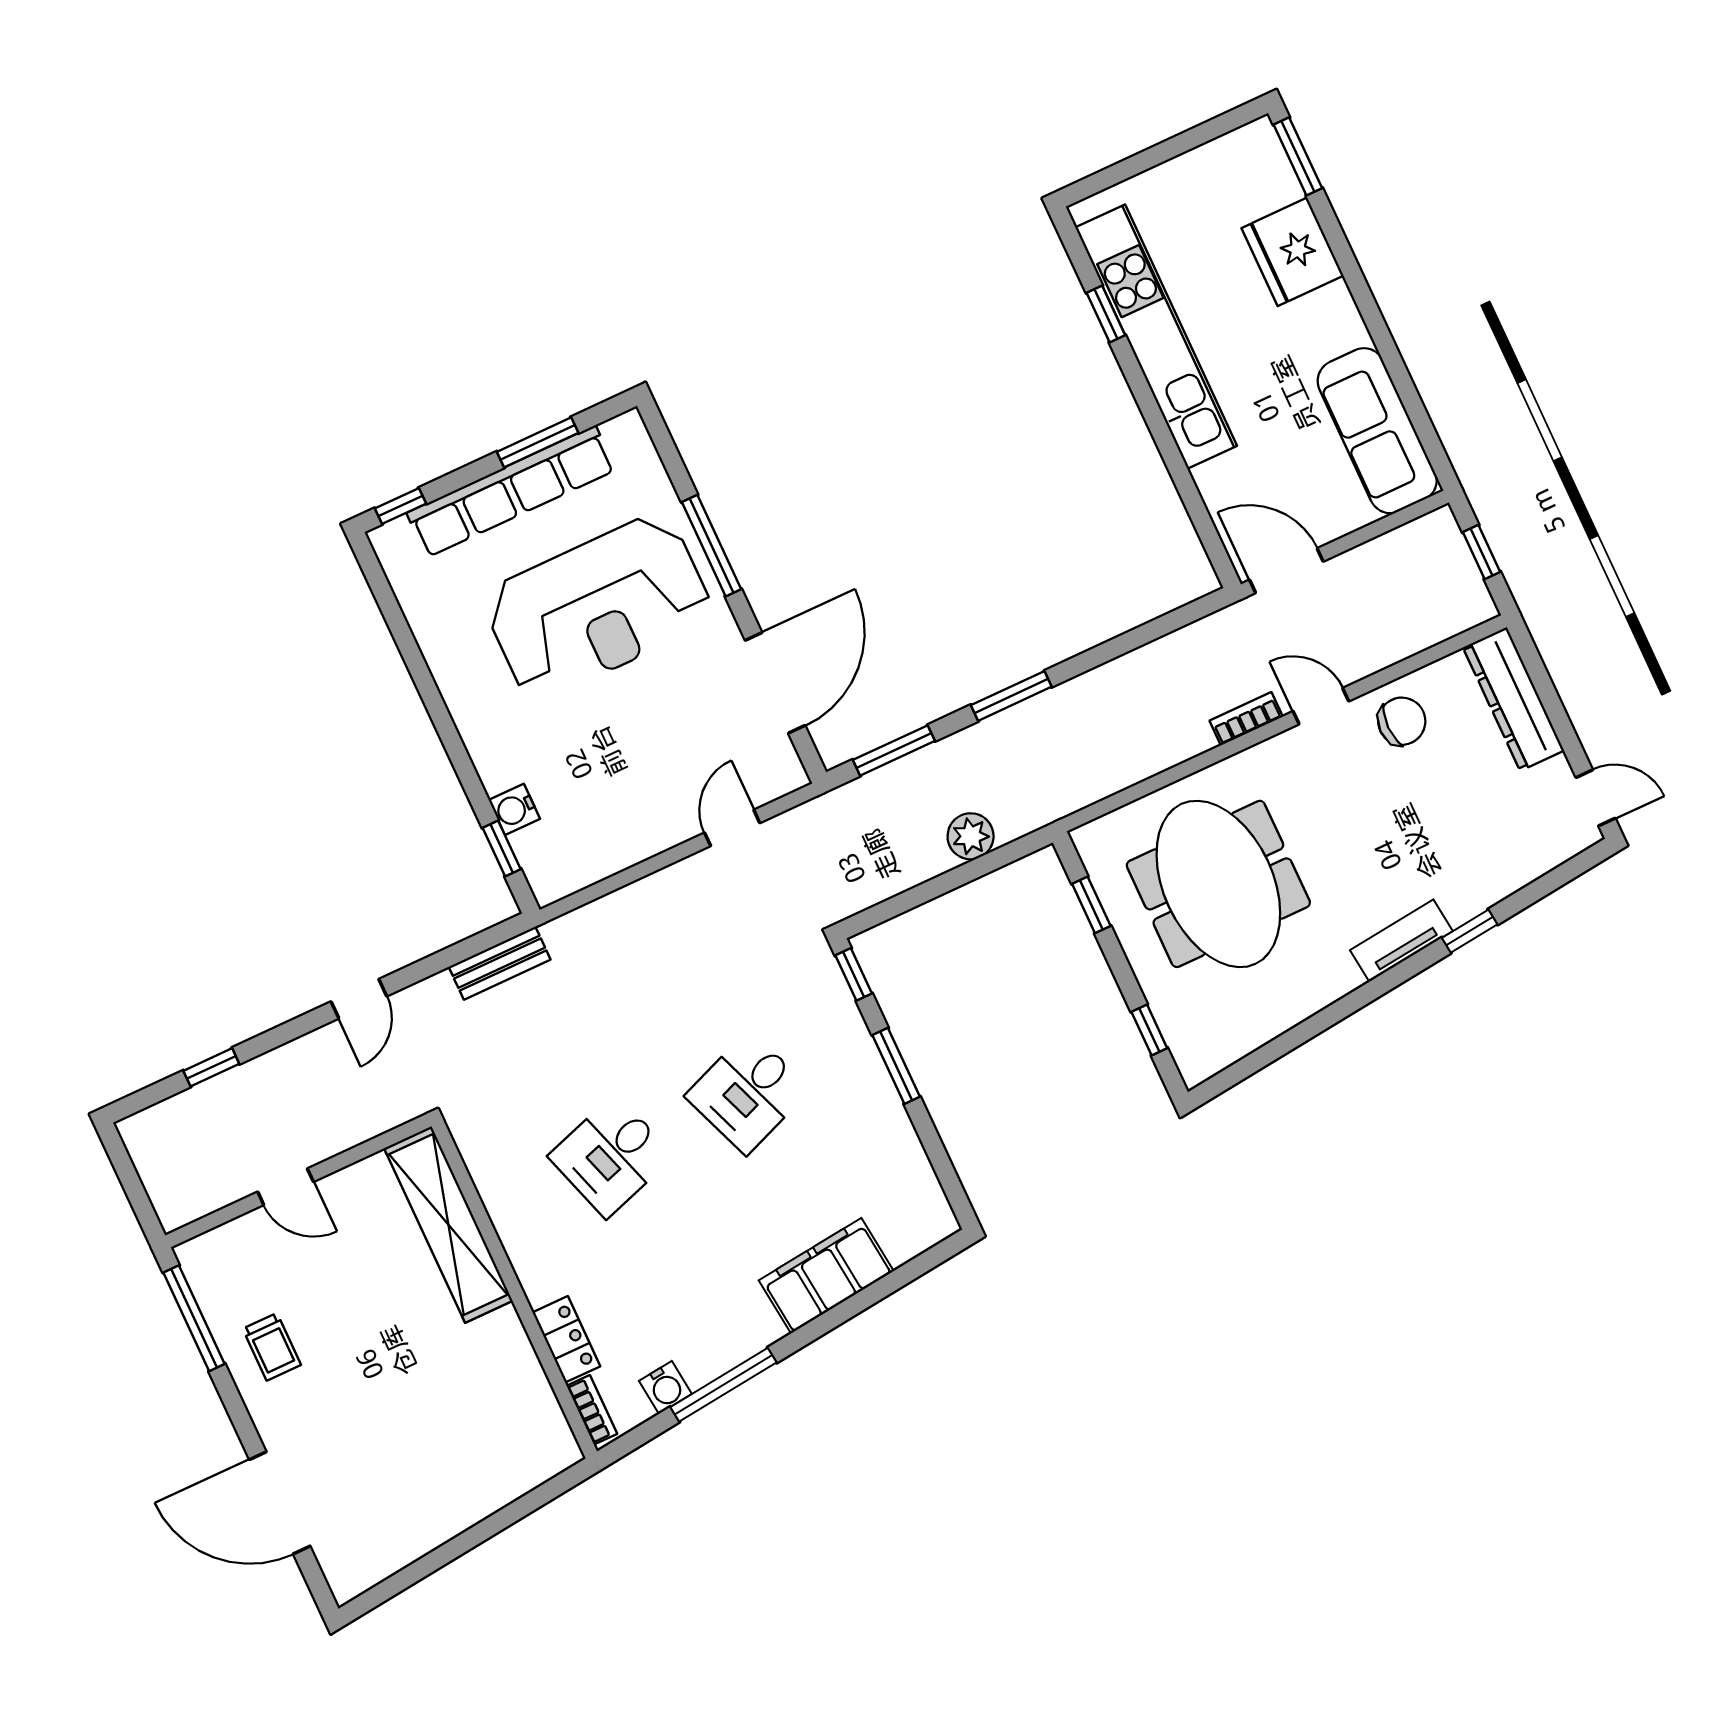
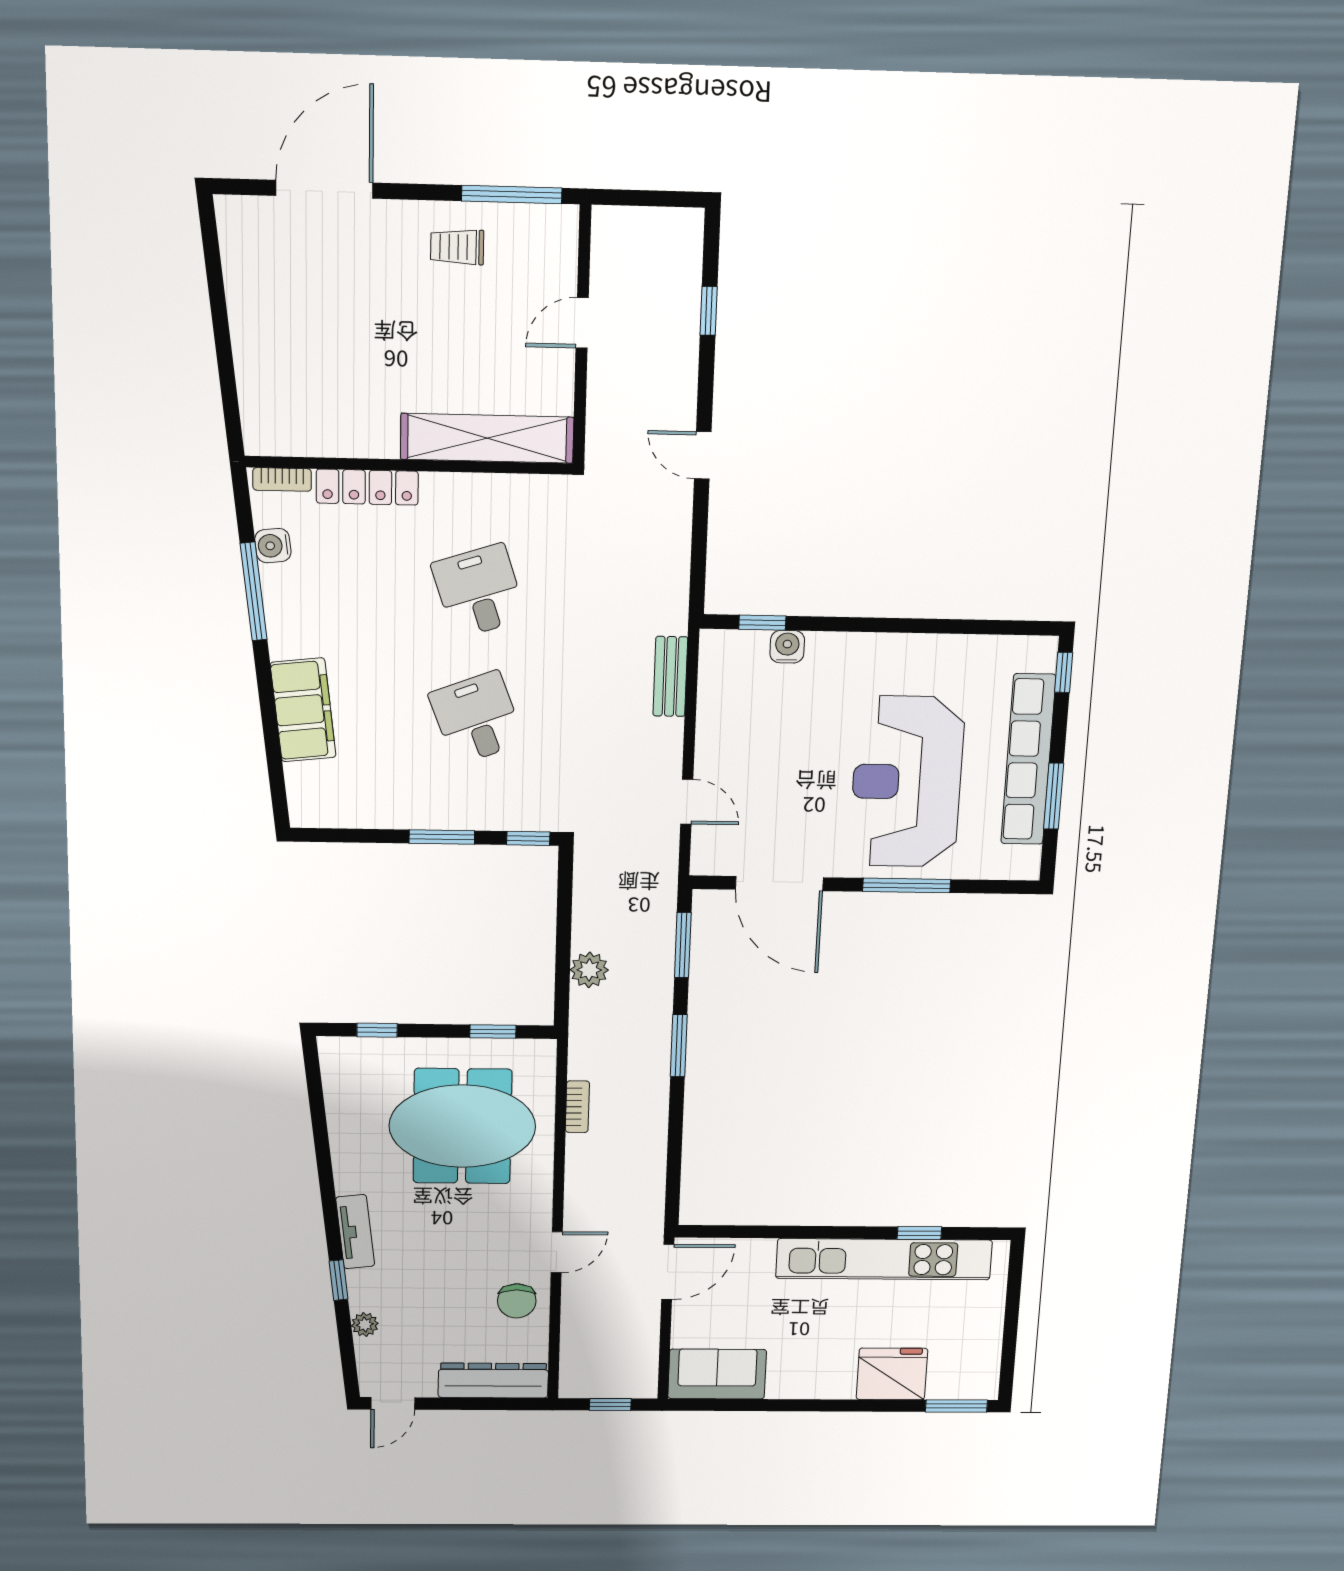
sofa: (1377, 431) -> (717, 1374), width x0.73
bookcase: (1246, 719) -> (577, 1107), moved
plant: (1511, 876) -> (365, 1325), added
bench: (500, 963) -> (670, 676), moved
locker: (566, 1339) -> (367, 487), width x1.53

